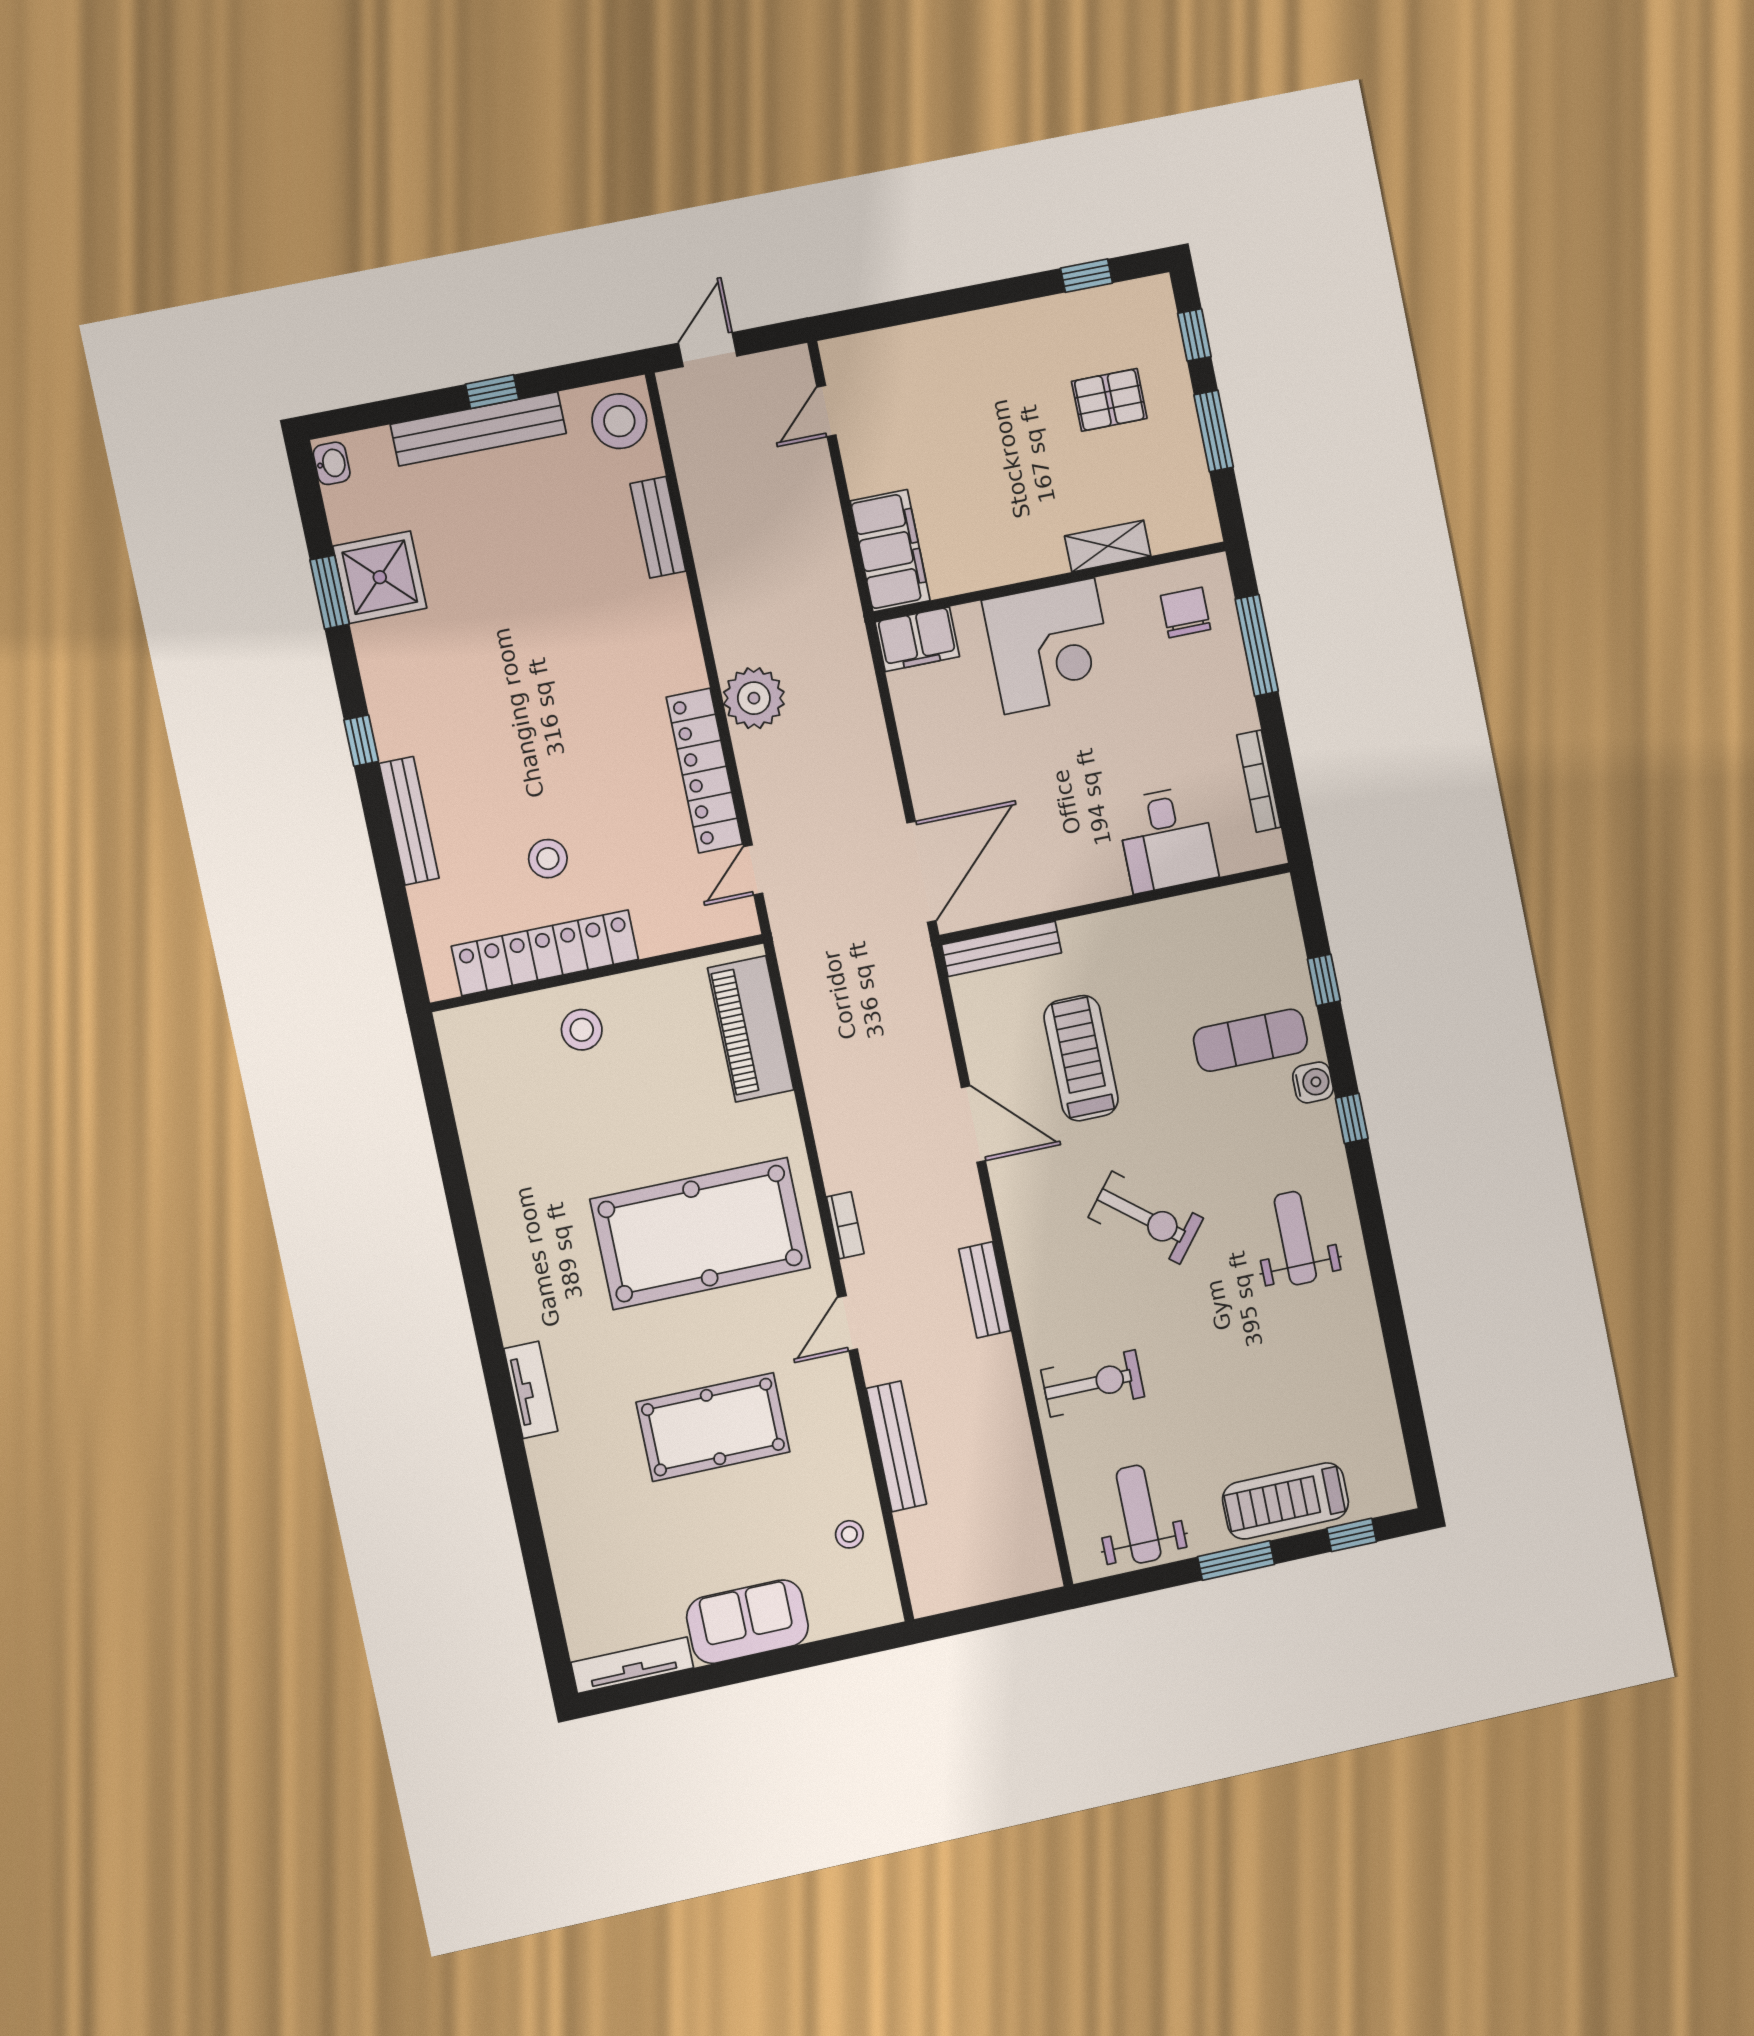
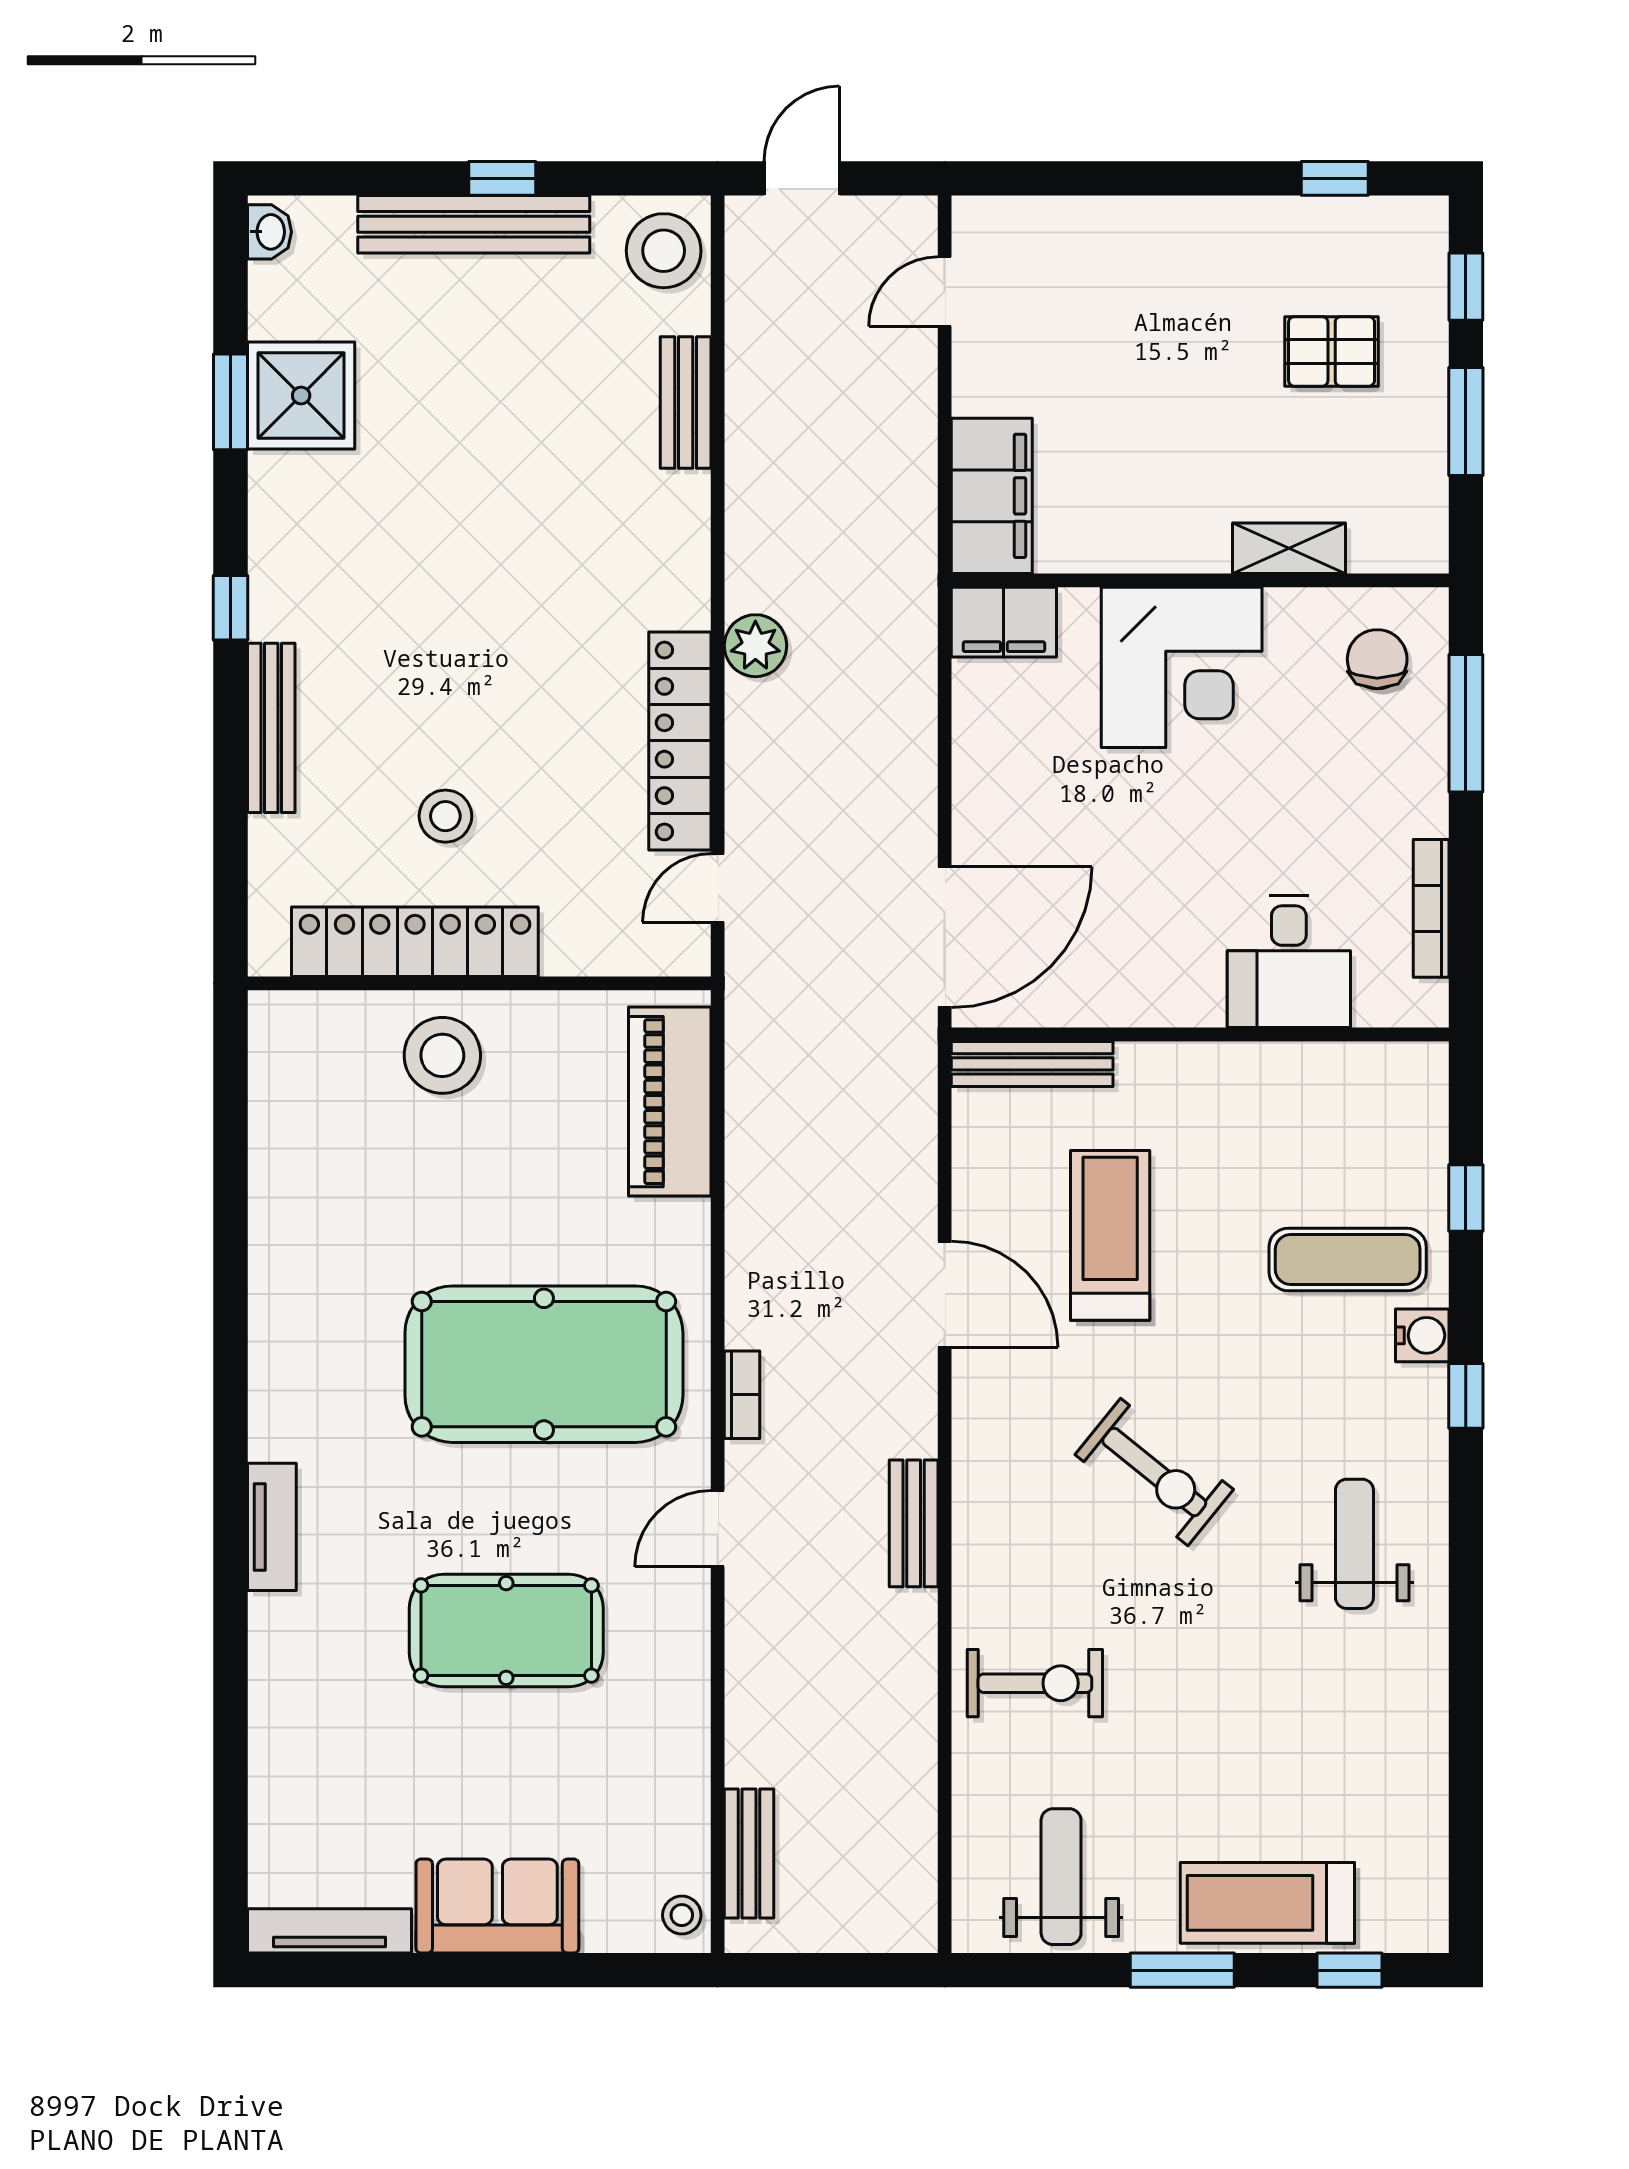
plant: (754, 698) -> (755, 646), width x0.73, depth x0.73
stool: (582, 1030) -> (442, 1055), width x1.38, depth x1.38
bench: (896, 1446) -> (749, 1854), moved, width x0.73
stool: (849, 1534) -> (682, 1915), moved

